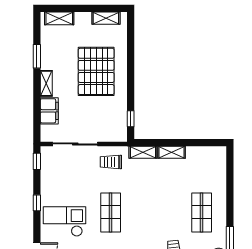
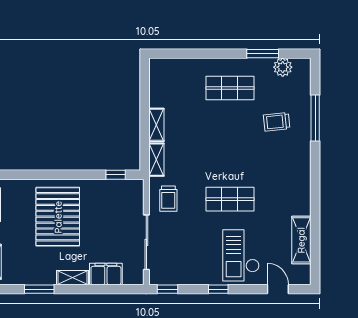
pallet: (96, 71) -> (58, 217), turned 90

